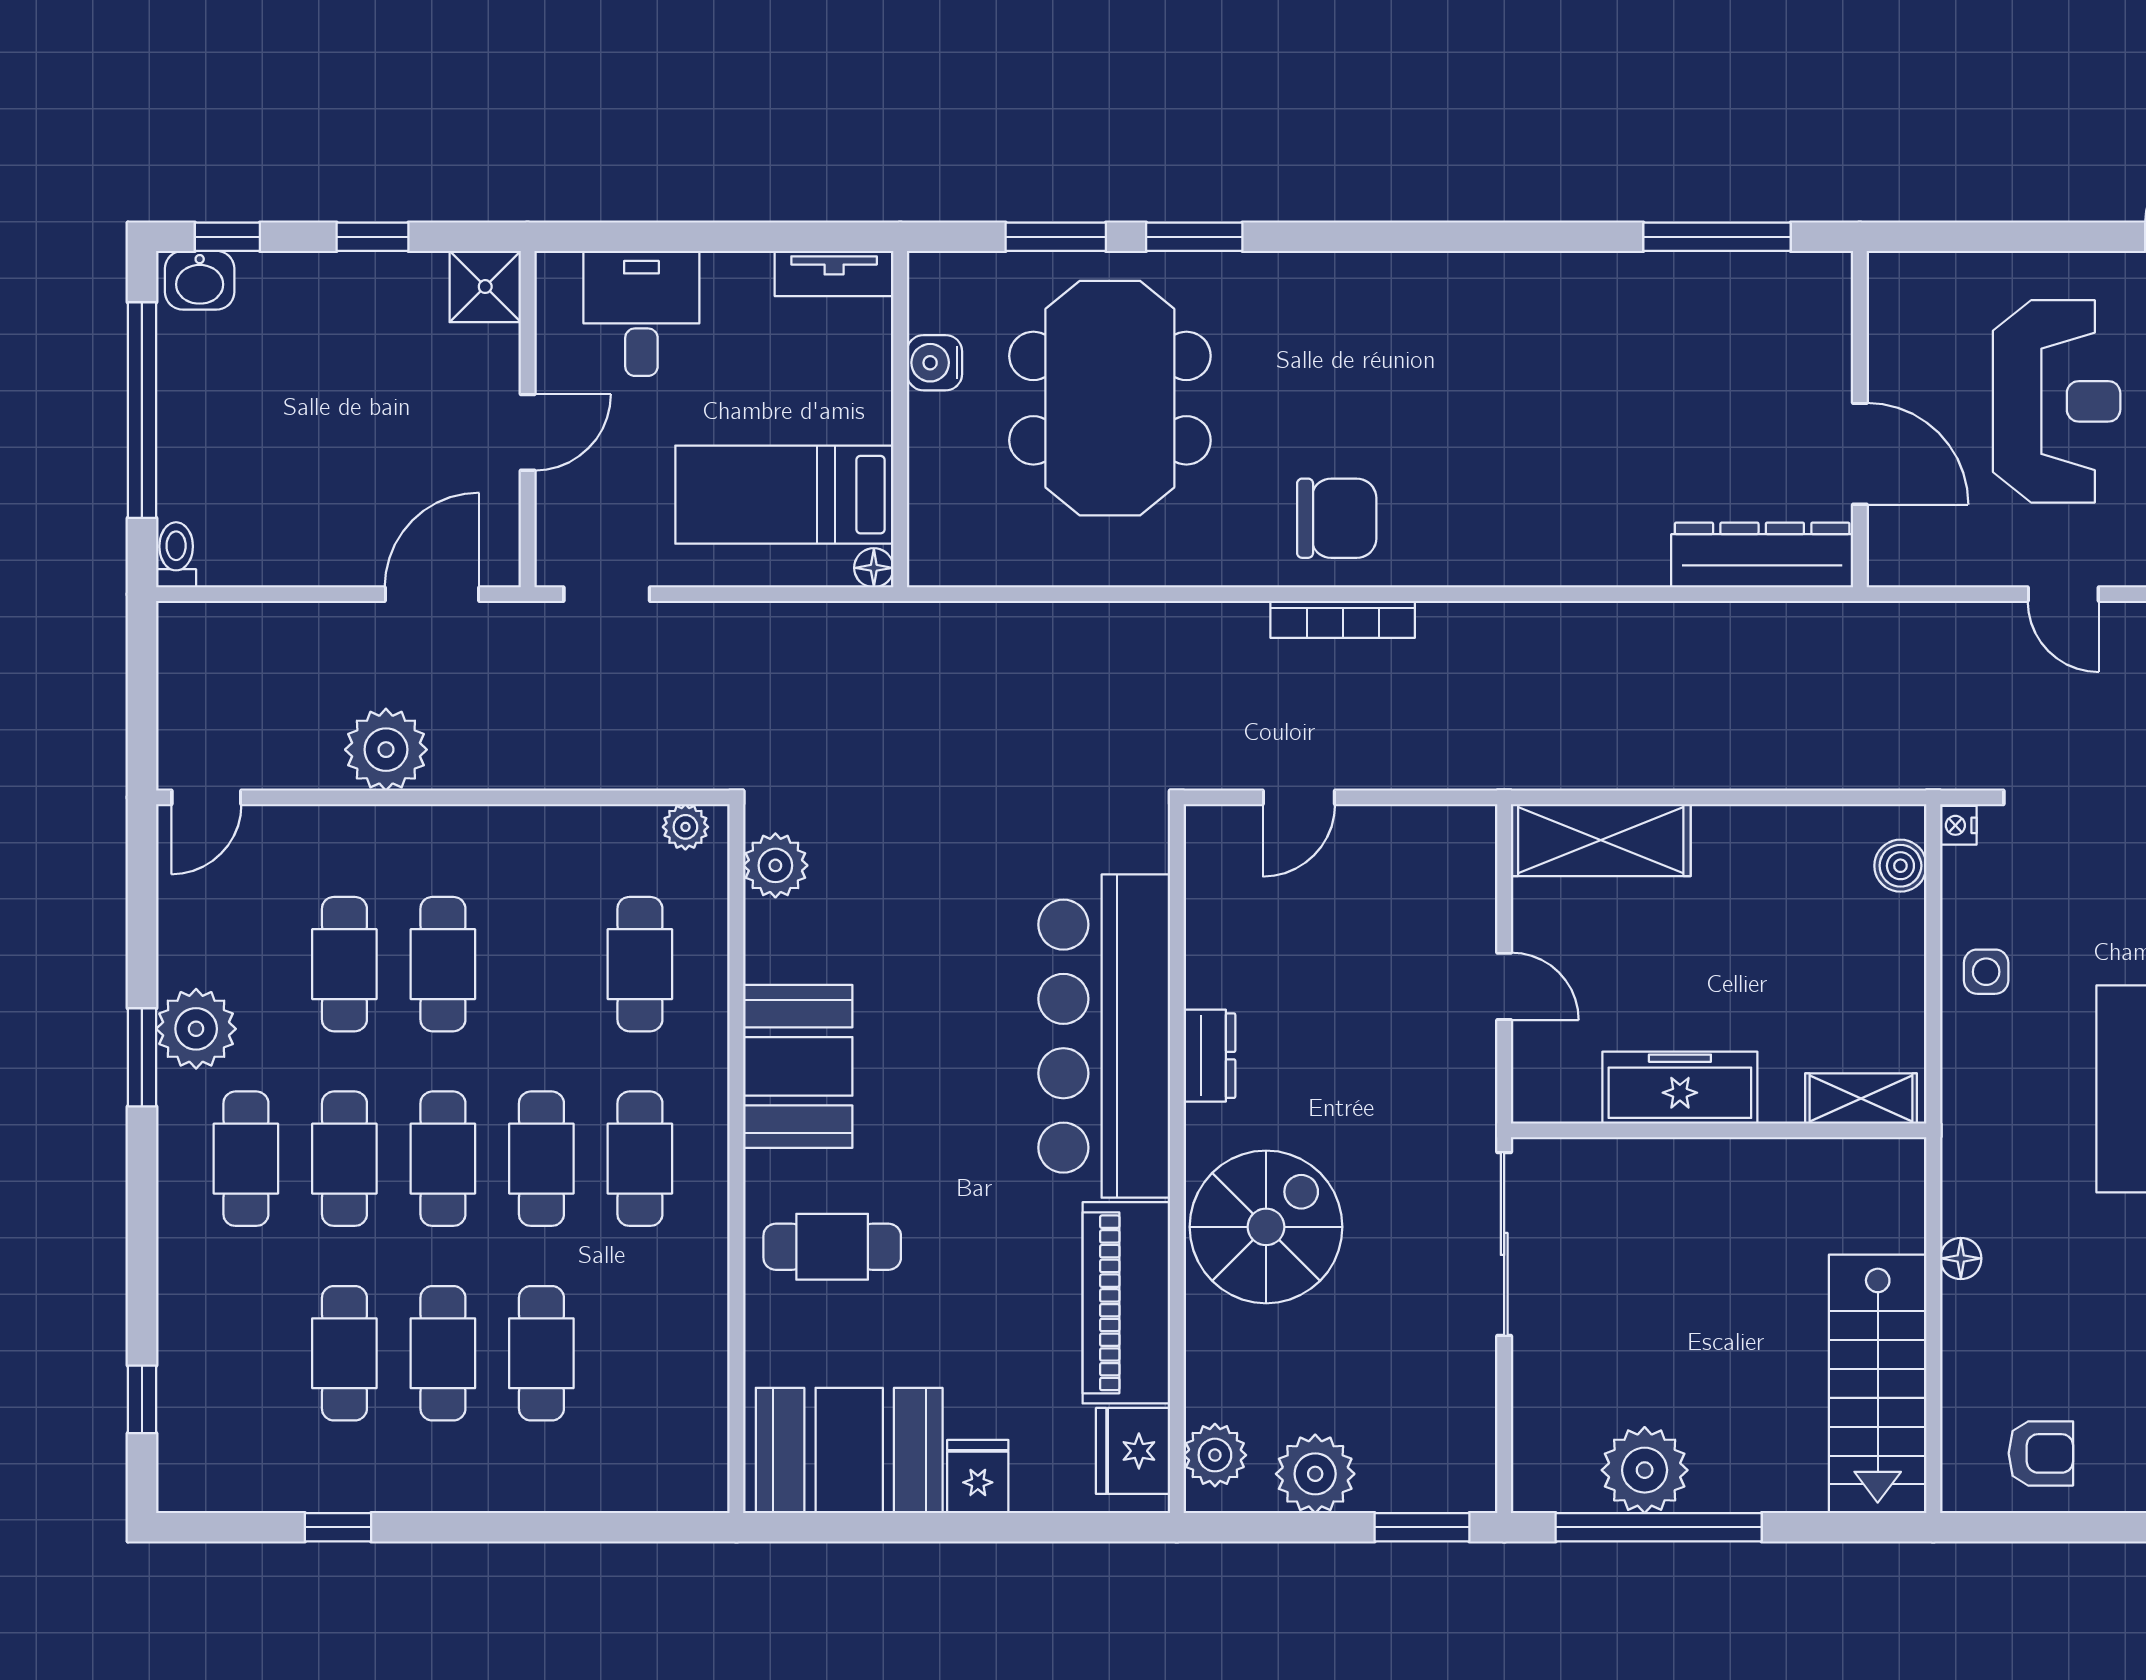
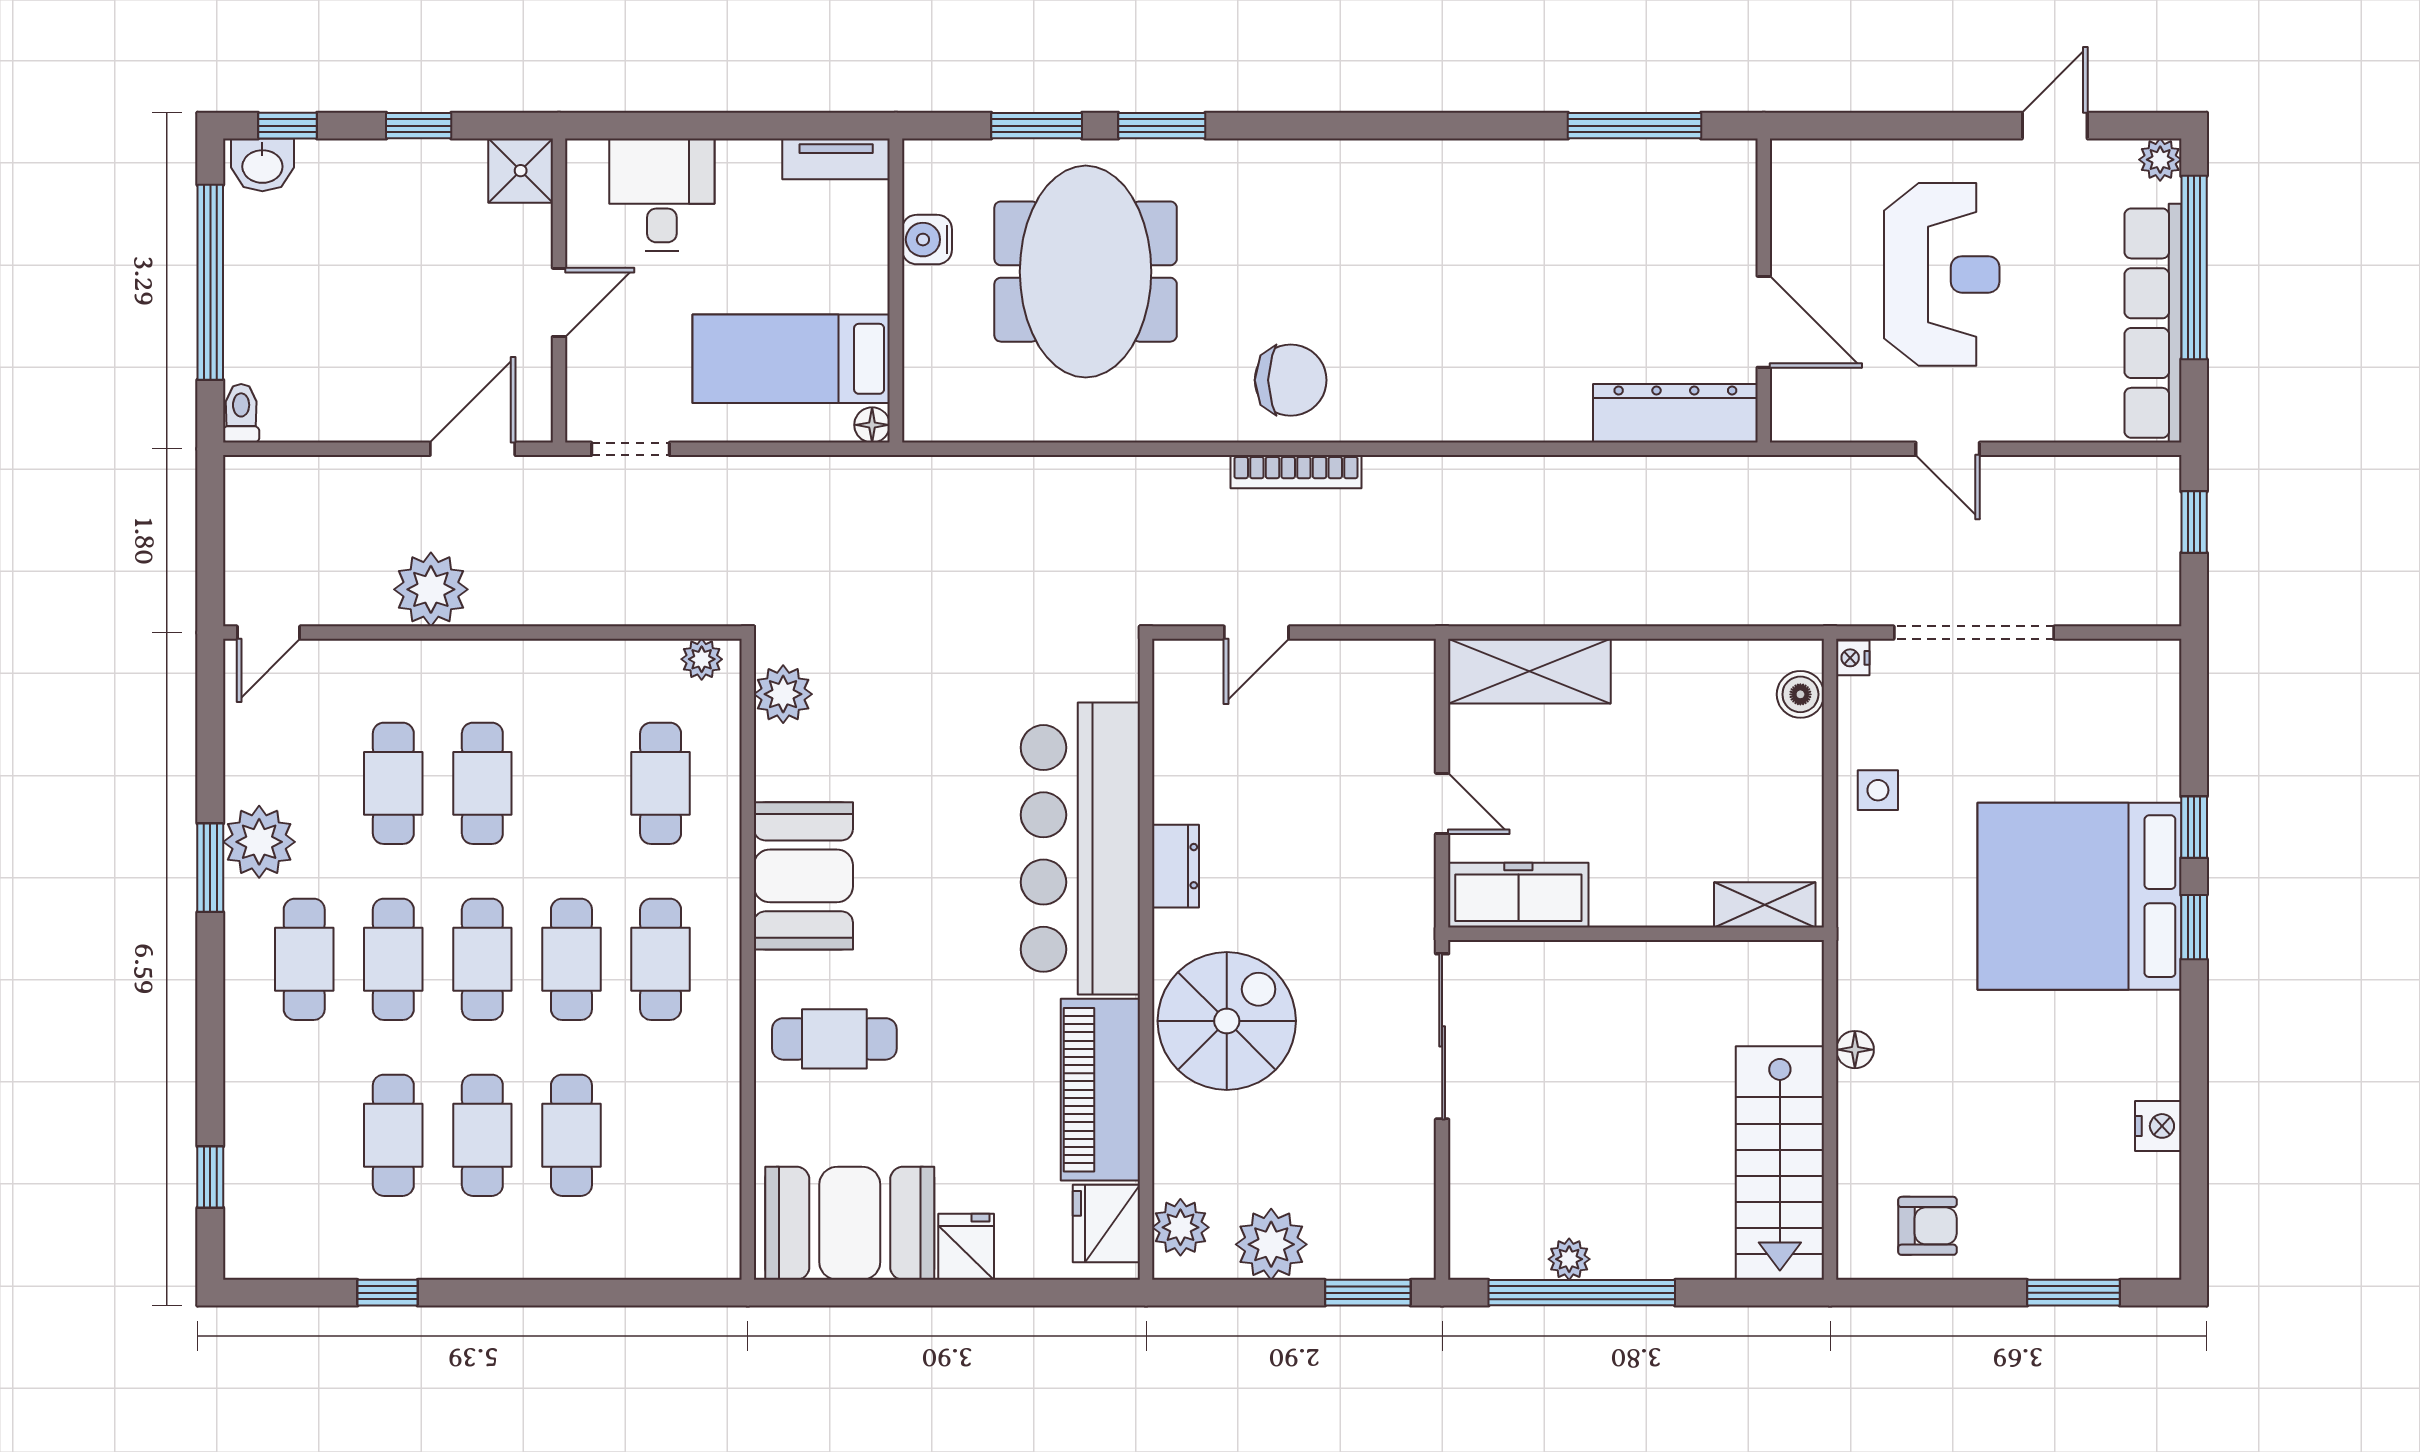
freezer: (1680, 1088) -> (1518, 895), moved
plant: (1645, 1470) -> (1569, 1259), width x0.53, depth x0.53

